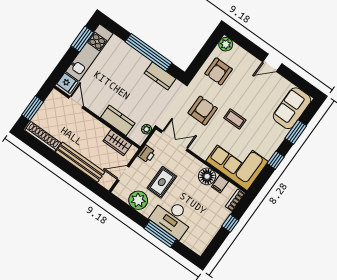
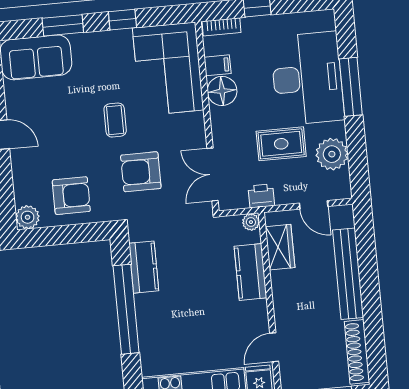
plant: (147, 129) -> (251, 222), moved
desk: (172, 218) -> (307, 78), width x1.36, depth x1.30

